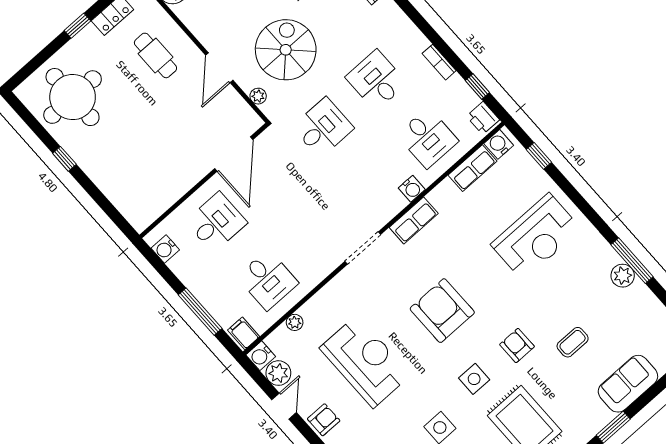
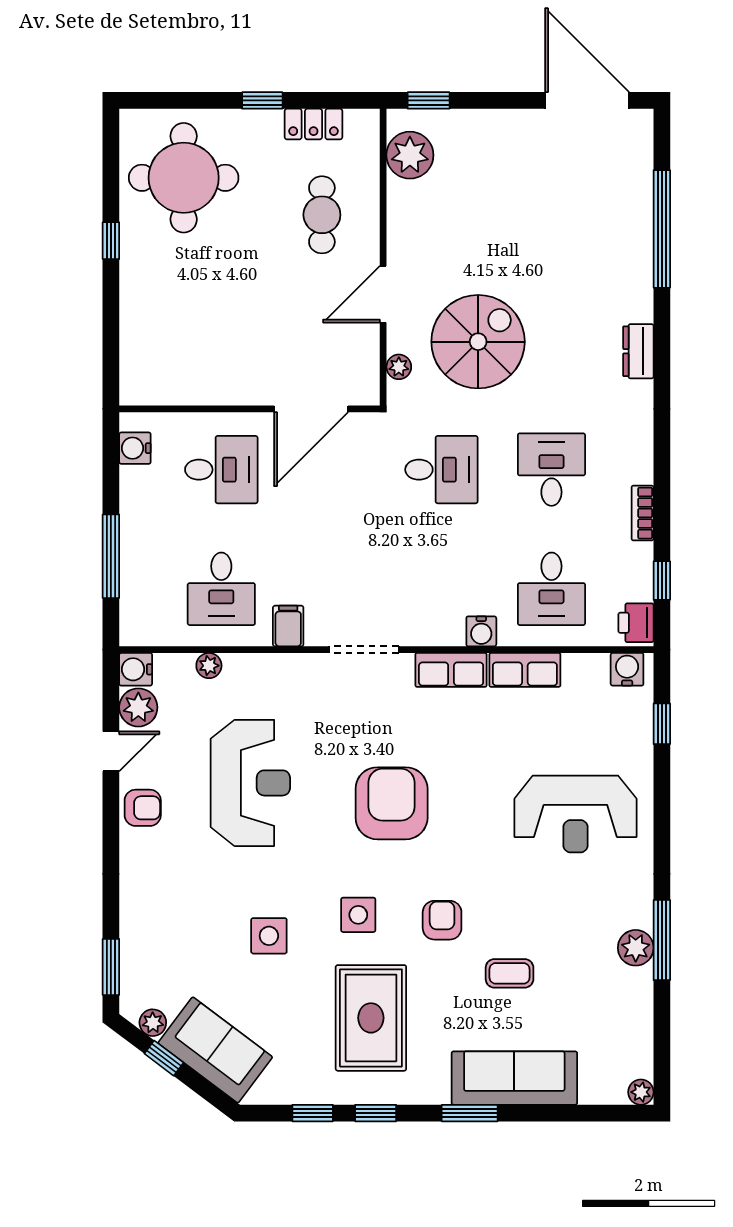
row of seats: (473, 168) -> (525, 670), moved
filing cabinet: (244, 333) -> (288, 626), moved
sofa: (628, 384) -> (514, 1078), width x1.36

